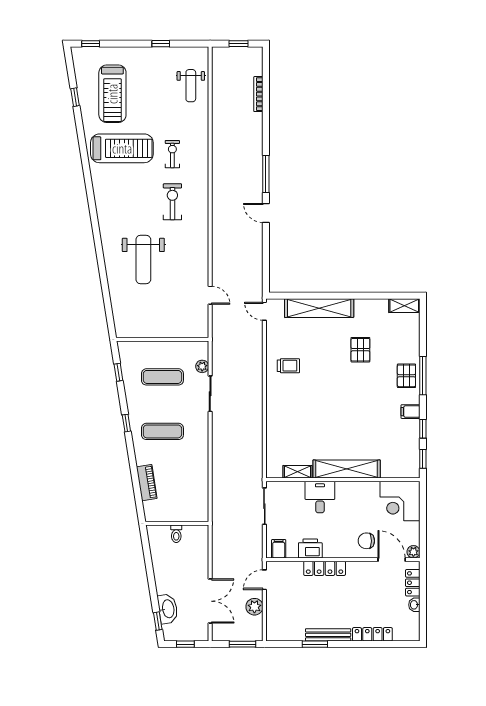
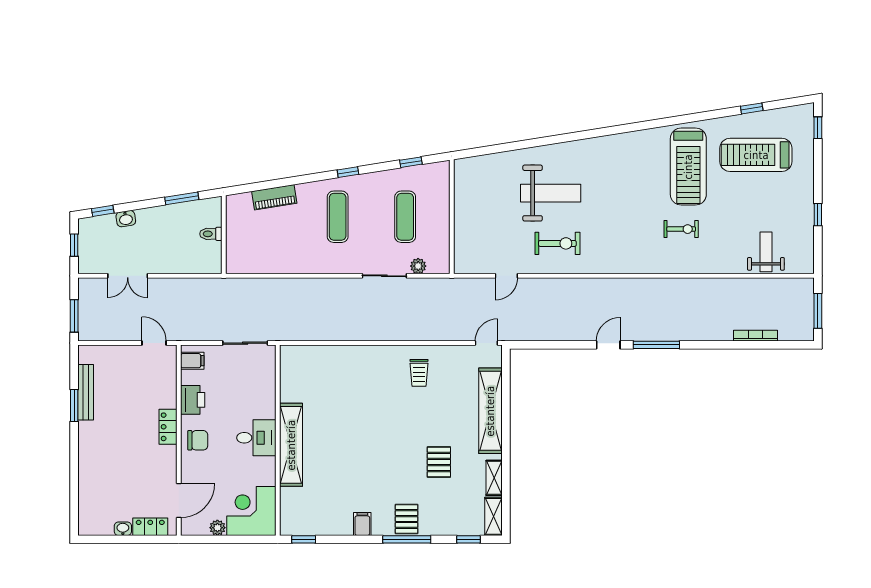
window: (238, 44) -> (818, 311), width x1.50
weight bench: (191, 86) -> (766, 252), turned 90
exercise bike: (172, 202) -> (557, 243), moved
weight bench: (143, 260) -> (551, 193), turned 180
pallet: (360, 350) -> (439, 462), turned 90
pallet: (406, 376) -> (407, 519), turned 90
window: (423, 429) -> (468, 539), moved
shelving: (297, 472) -> (494, 478), moved
desk: (320, 497) -> (256, 438), moved
chair: (366, 541) -> (198, 440), moved, turned 90
plant: (413, 552) -> (217, 528), moved
window: (148, 557) -> (182, 198), added
locker: (325, 568) -> (168, 427), width x0.66
double door: (210, 601) -> (128, 276), width x0.73
plant: (254, 607) -> (121, 331), removed
washbasin: (168, 609) -> (126, 219), width x0.52, depth x0.69
locker: (372, 634) -> (86, 477), removed
bench: (328, 635) -> (86, 392), moved

